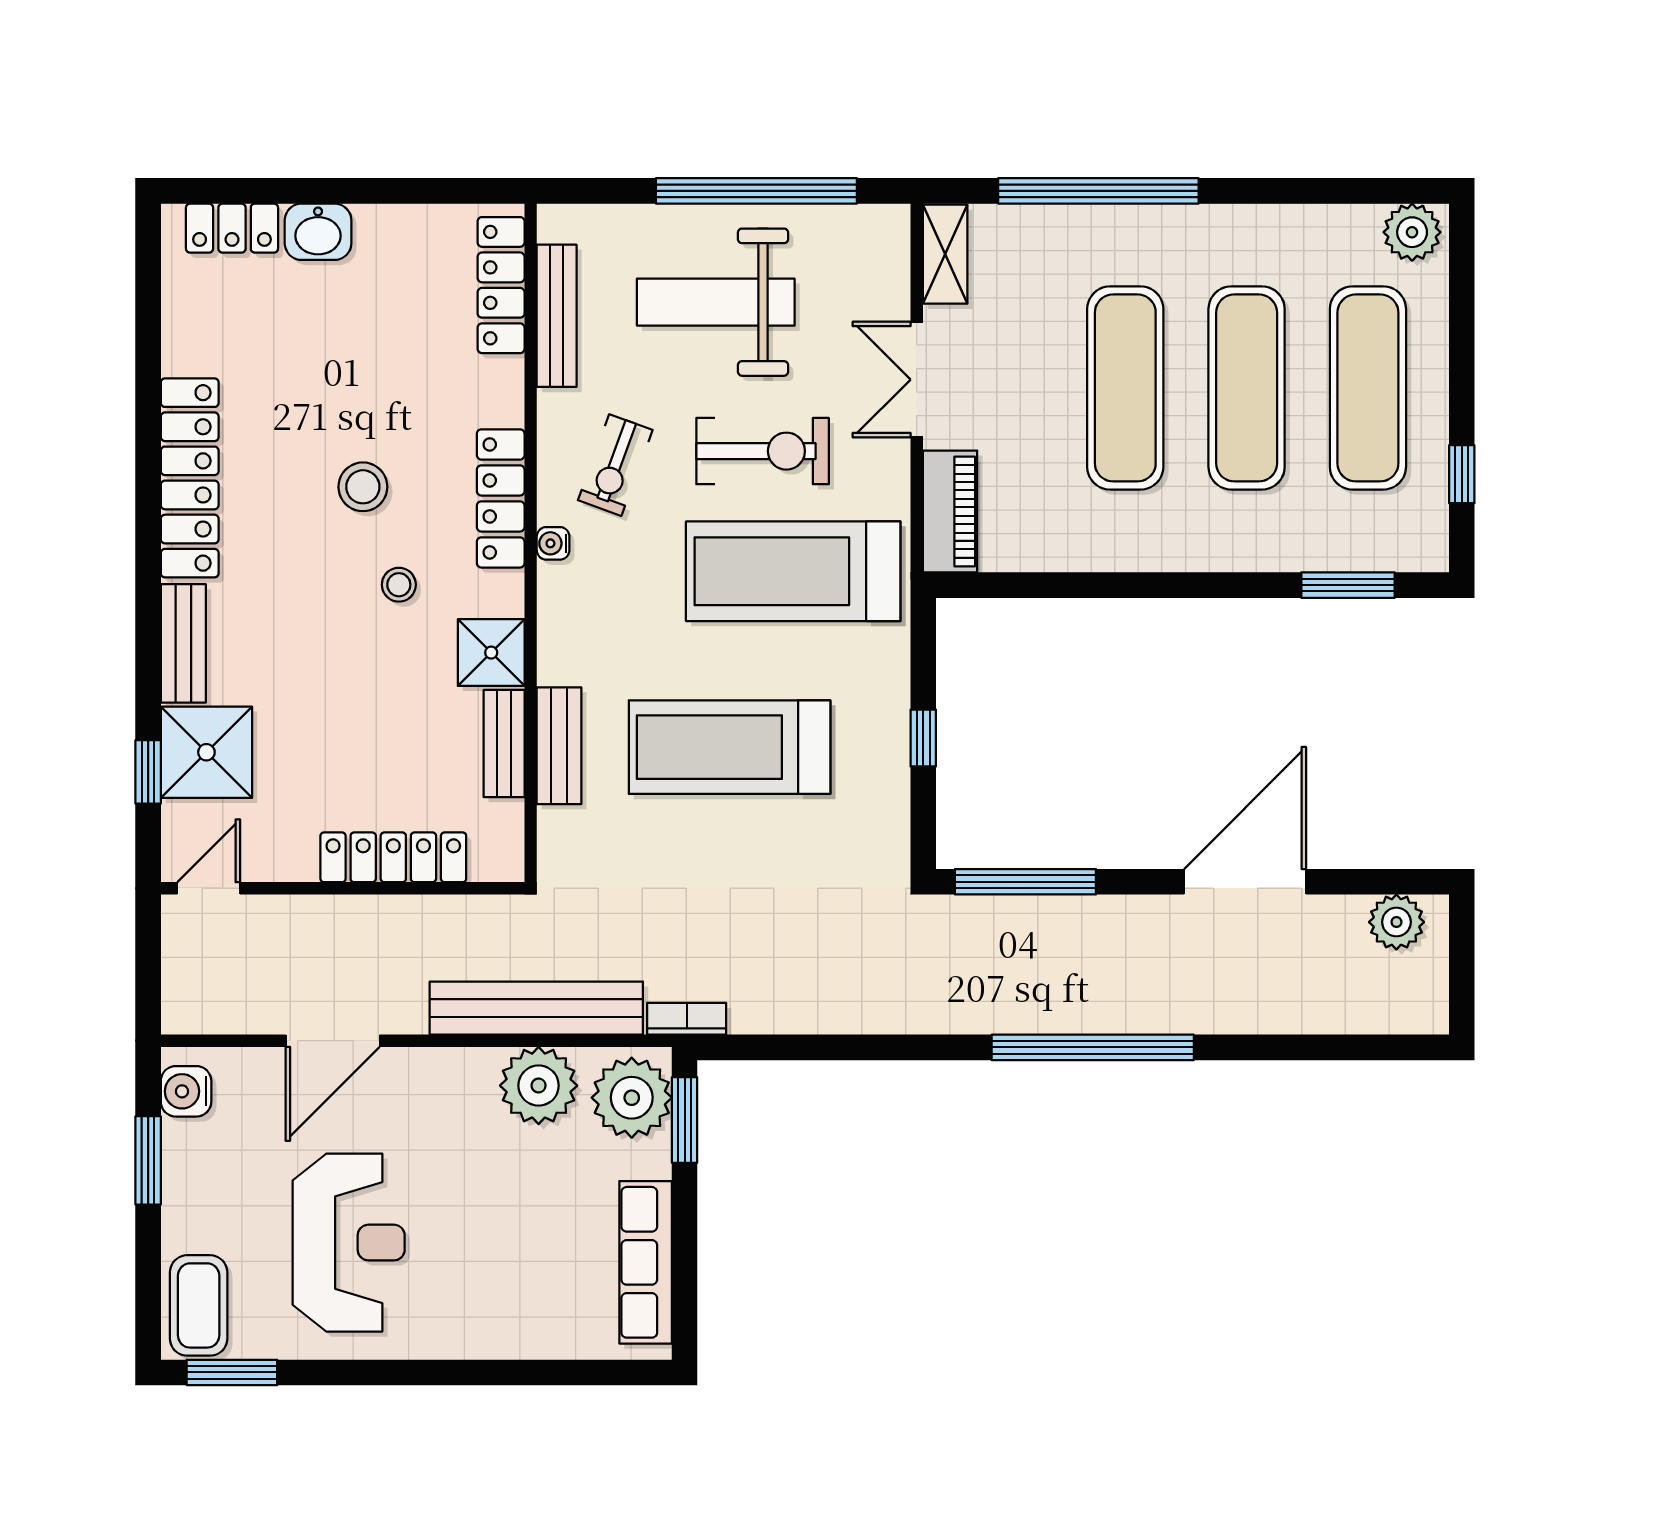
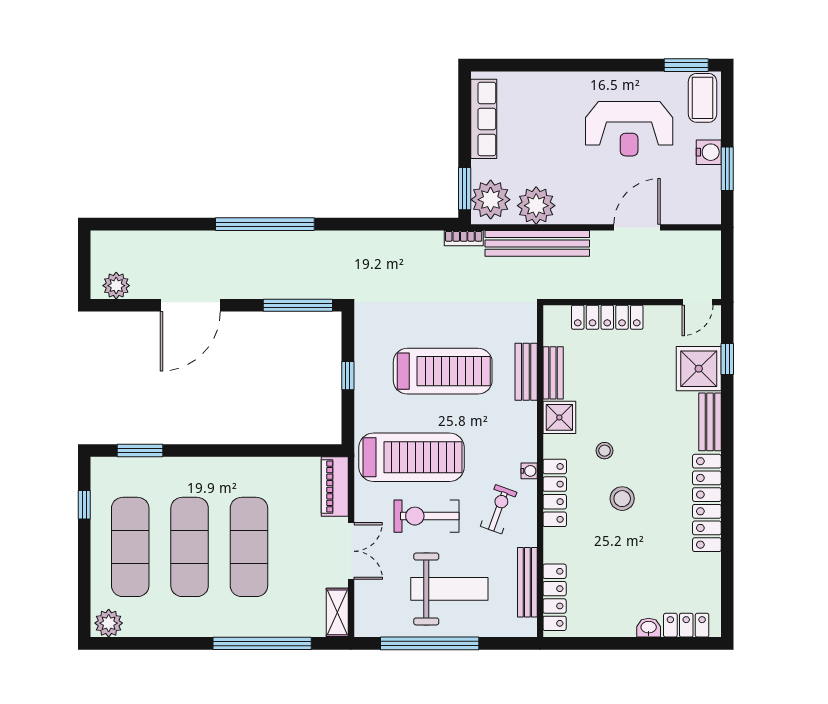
washbasin: (318, 232) -> (649, 628), width x0.72, depth x0.69
water cooler: (186, 1091) -> (709, 152), moved
reception desk: (349, 1243) -> (629, 129), turned -90

